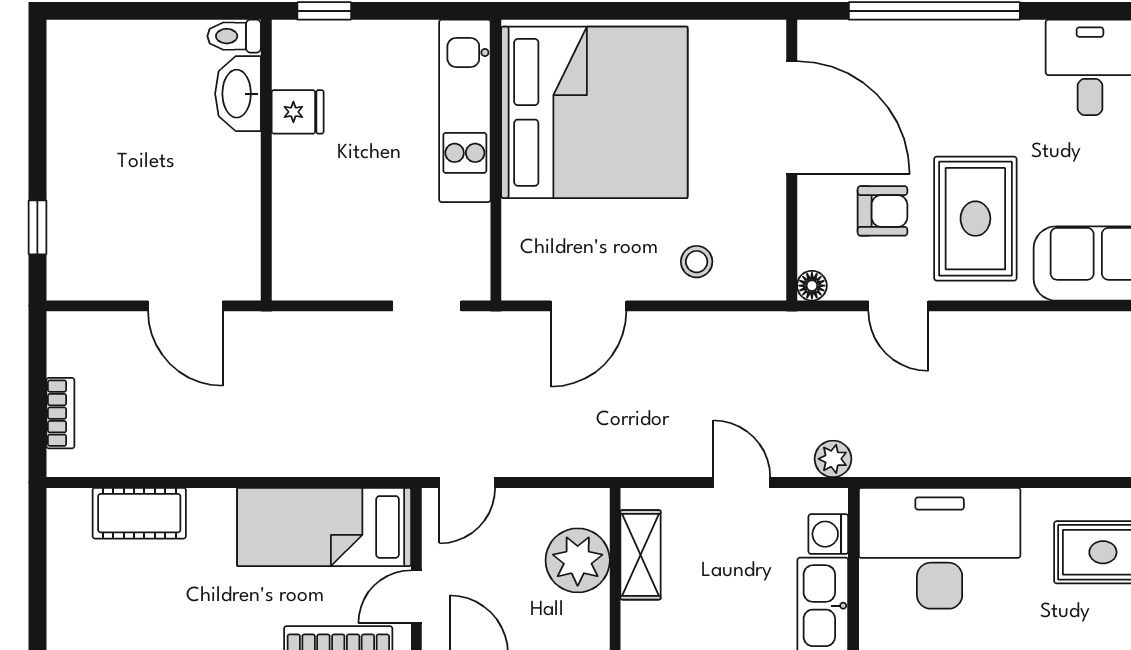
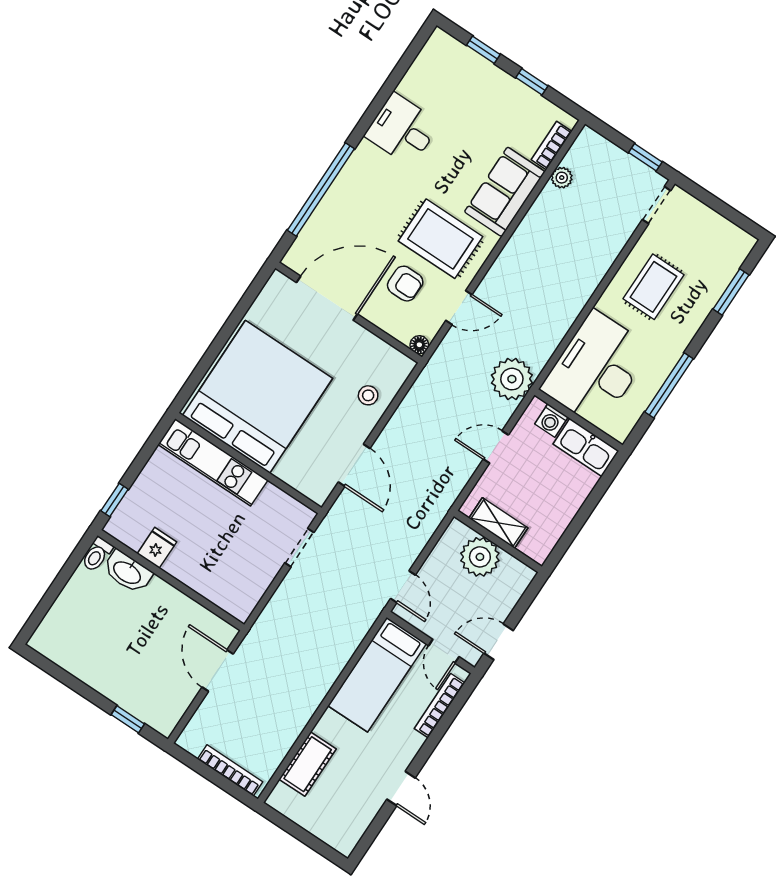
armchair: (882, 211) -> (405, 284), turned 90
door: (185, 306) -> (218, 671), swing flipped
bookcase: (60, 413) -> (230, 770), width x1.56
plant: (833, 459) -> (512, 379), width x1.88, depth x1.88

